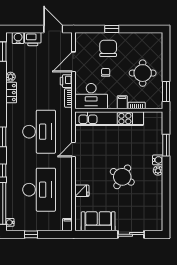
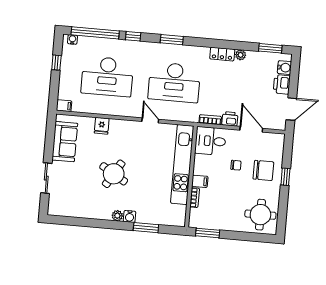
round table: (143, 73) -> (260, 215), moved
desk: (91, 96) -> (210, 141), width x0.73

